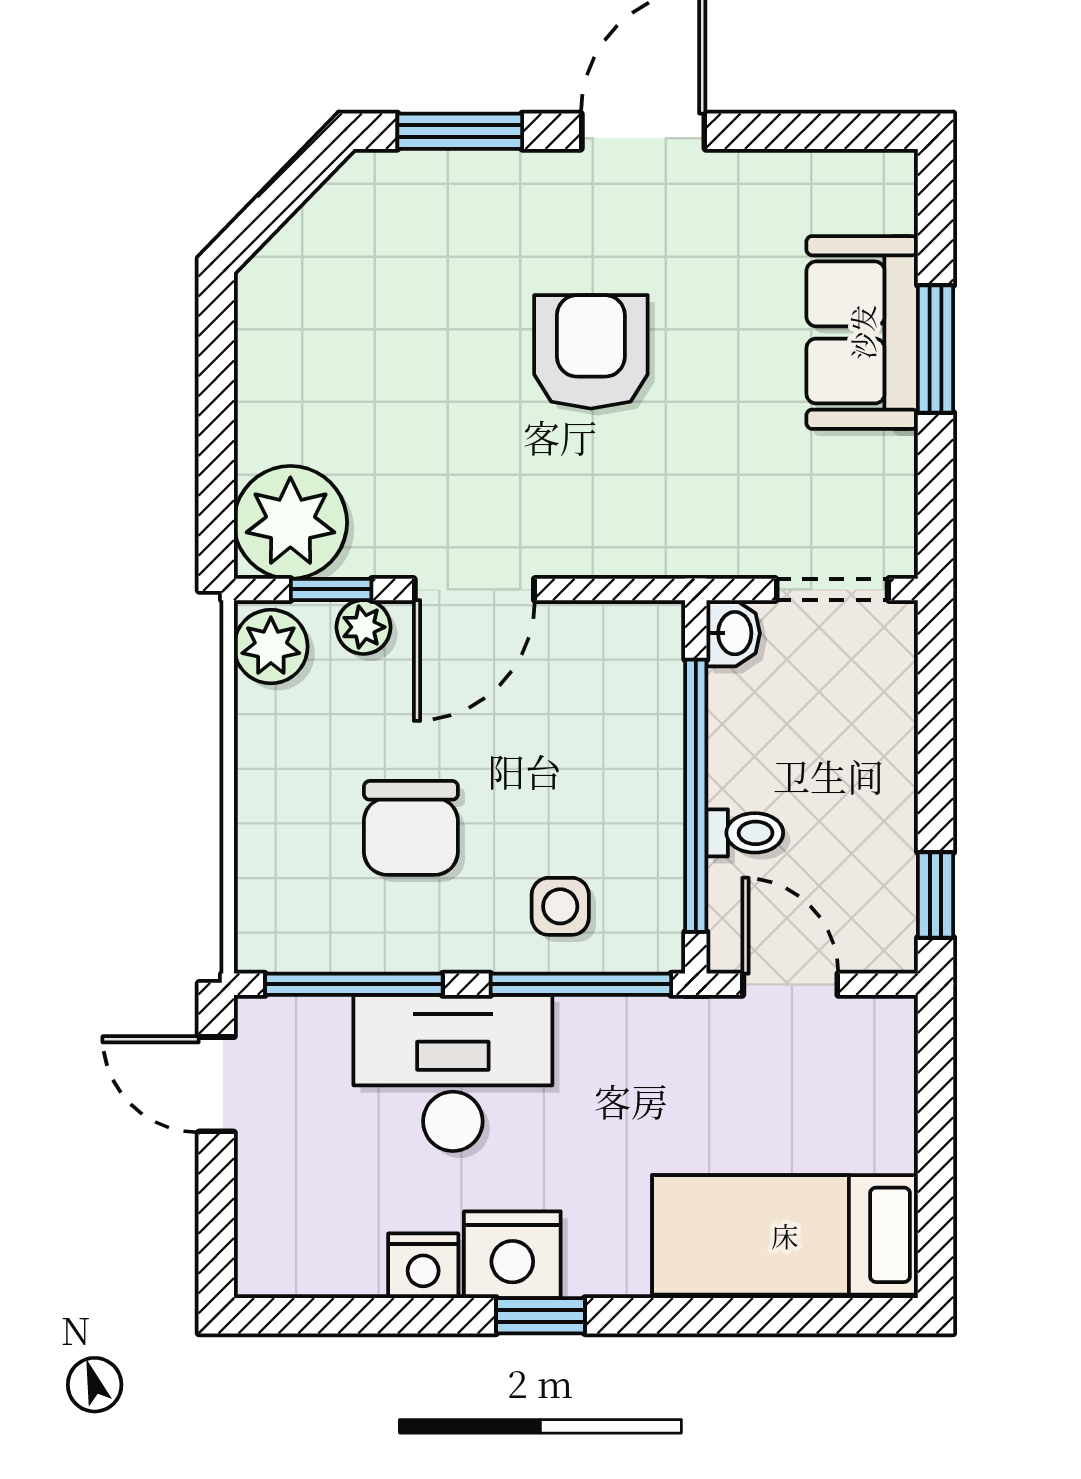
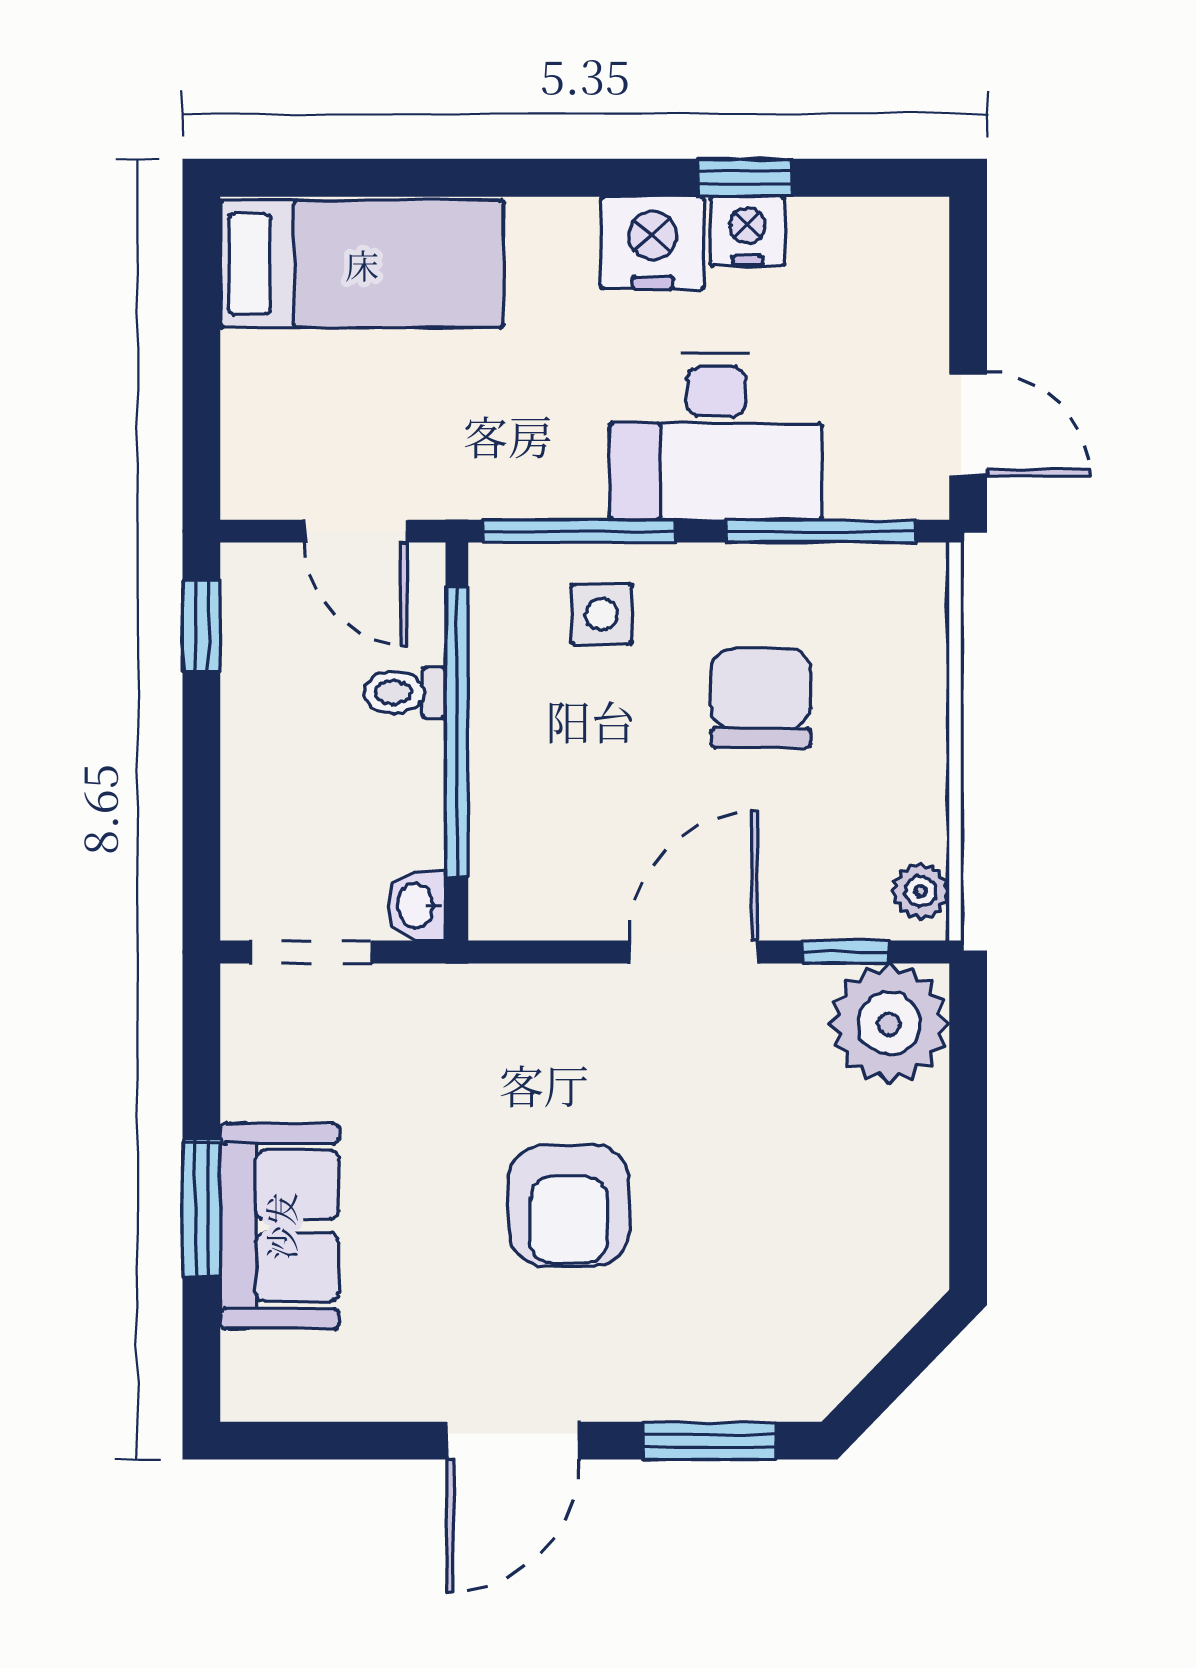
plant: (363, 627) -> (811, 912), removed
plant: (271, 647) -> (921, 891), width x0.73, depth x0.73
window: (541, 1316) -> (744, 178), moved

